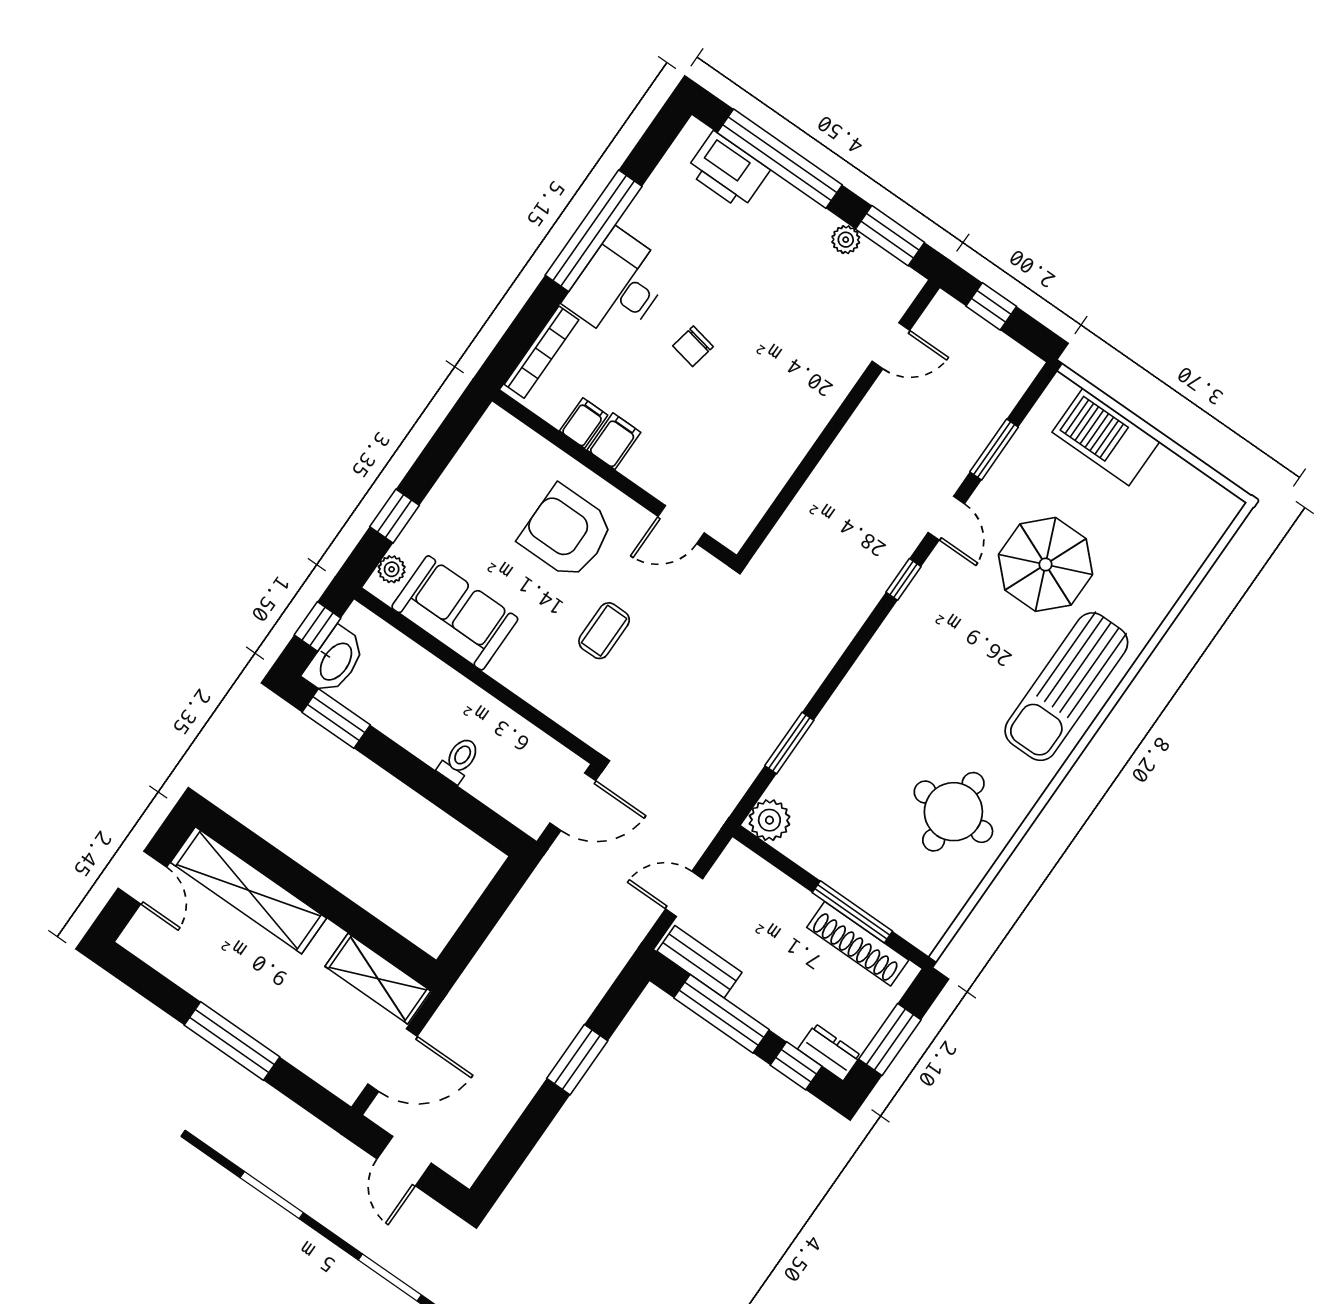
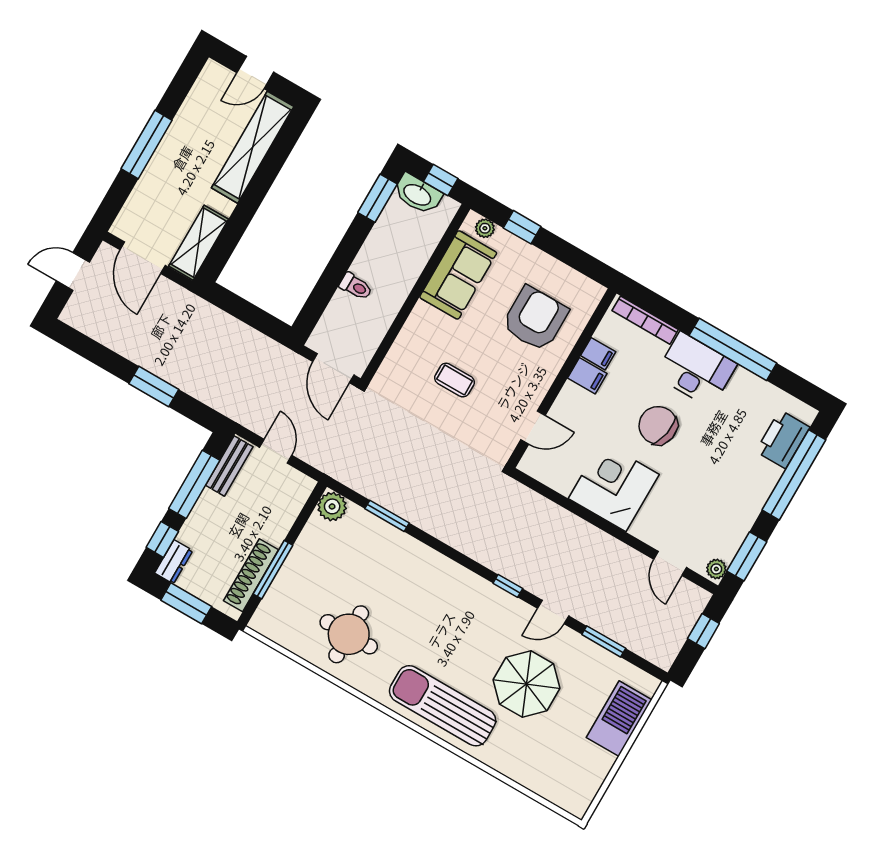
plant: (846, 240) -> (716, 569), moved
chair: (693, 346) -> (658, 425), width x1.87, depth x1.87
corner desk: (775, 417) -> (614, 486), added
door: (681, 525) -> (533, 428), swing flipped
armchair: (567, 532) -> (535, 319), moved

